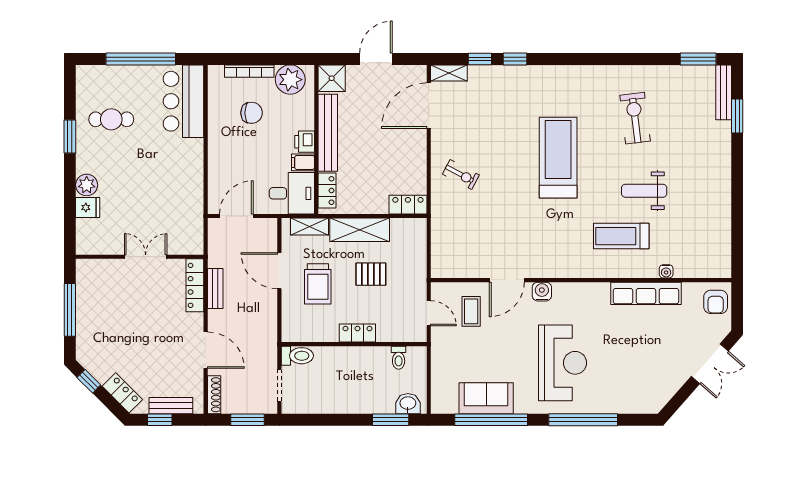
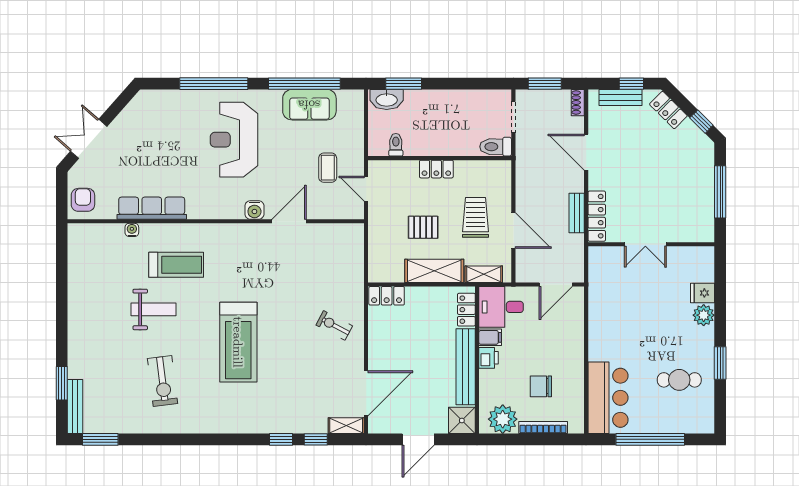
coffee table: (471, 311) -> (328, 168), moved
shoe rack: (214, 395) -> (578, 103), width x0.70
washbasin: (408, 404) -> (387, 99), width x1.38

